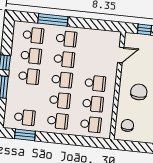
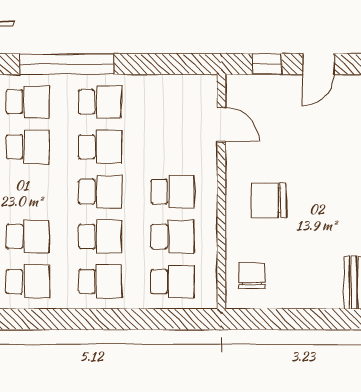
window: (53, 20) -> (67, 64), width x1.46
door: (121, 55) -> (221, 124), hinge flipped
school desk: (29, 76) -> (28, 237), moved
chair: (139, 92) -> (269, 200), turned -92
window: (25, 135) -> (32, 319), removed

